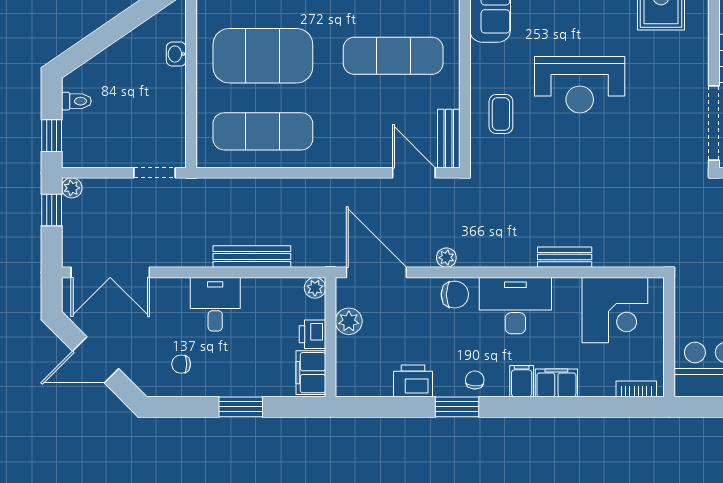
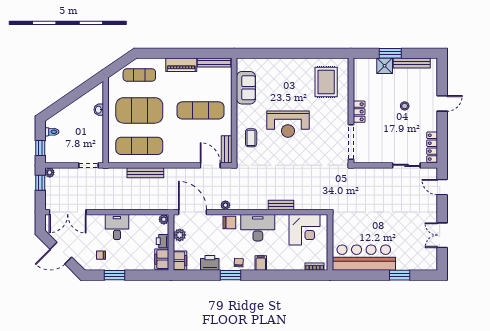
bench: (252, 257) -> (145, 173), moved
filing cabinet: (556, 383) -> (180, 261), moved, turned 90
window: (241, 407) -> (115, 275), moved

